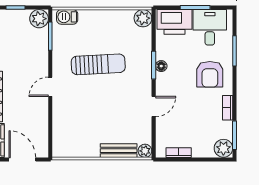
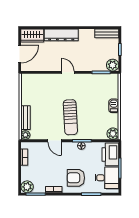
barbecue: (67, 17) -> (114, 106), moved
sun lounger: (98, 64) -> (70, 117), moved

